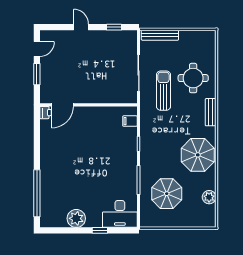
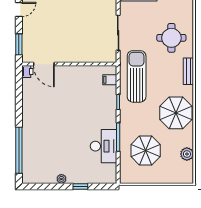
window: (37, 74) -> (19, 44), moved
sun lounger: (163, 91) -> (137, 76), moved, width x1.36, depth x1.34
door: (62, 105) -> (44, 64), hinge flipped
desk: (120, 214) -> (104, 146), moved, turned -90
plant: (76, 218) -> (61, 179), width x0.53, depth x0.53

